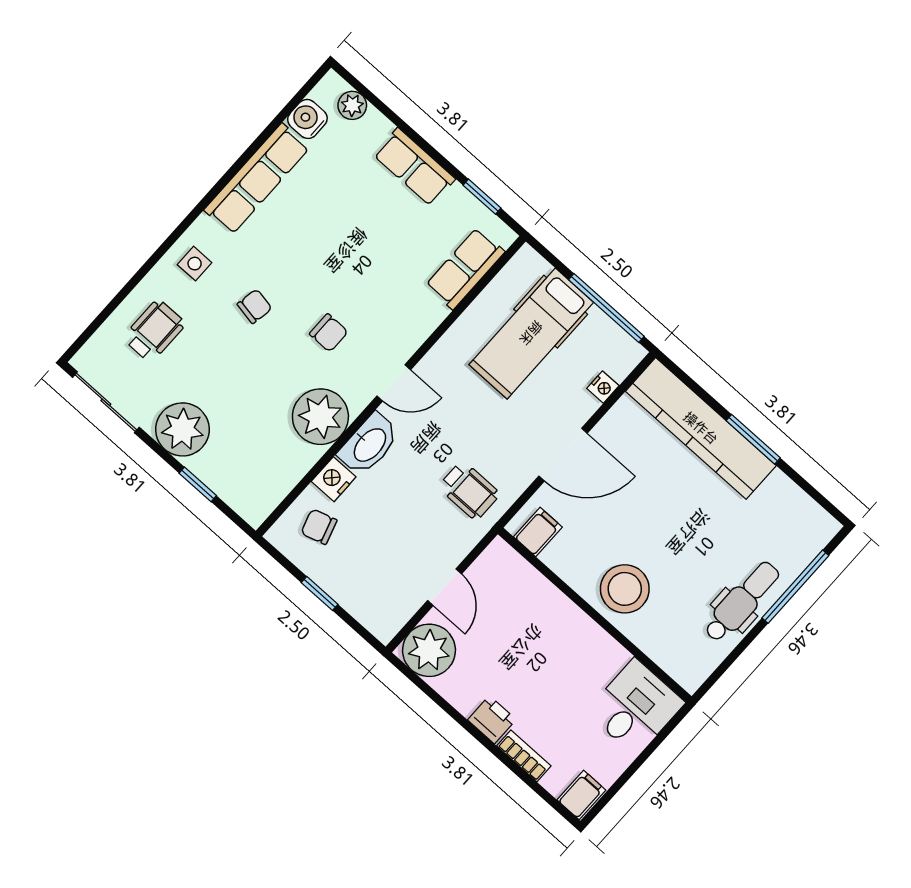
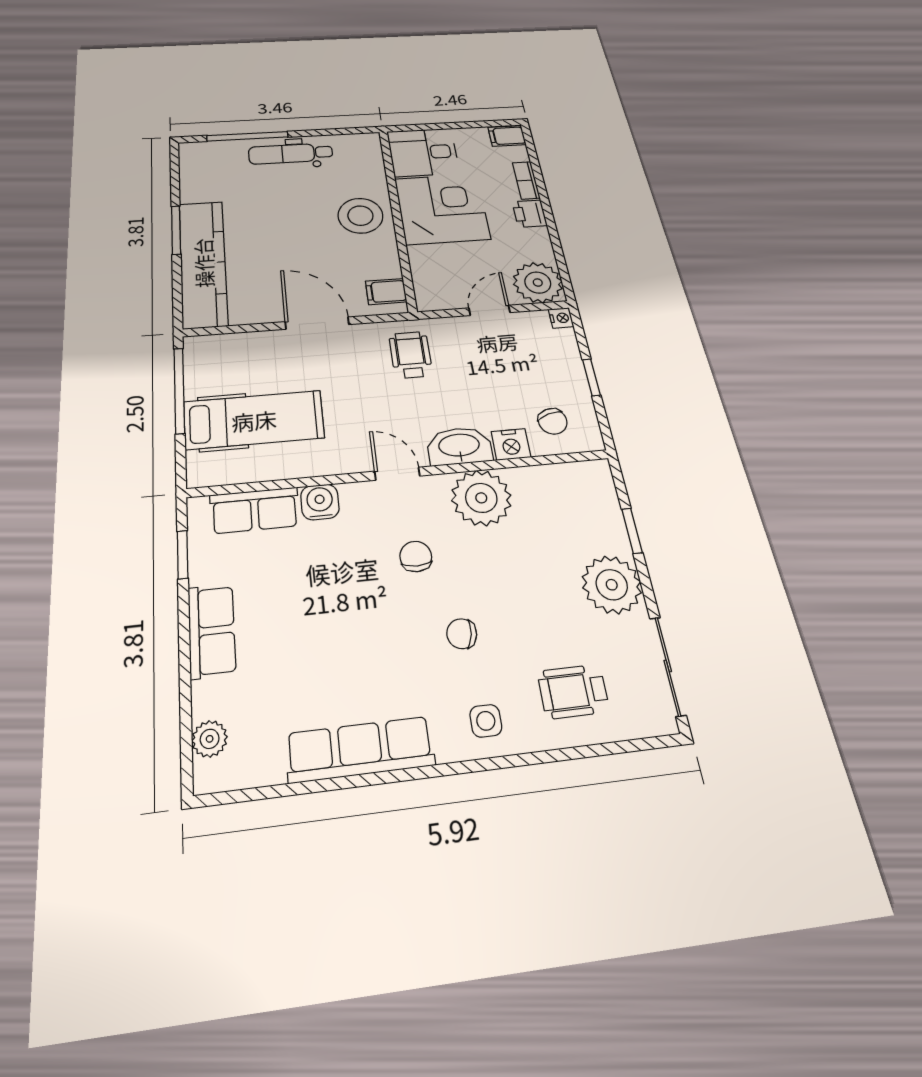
water cooler: (307, 119) -> (320, 502), moved, turned 180
nightstand: (603, 387) -> (561, 318), moved, turned 90
corner desk: (566, 658) -> (442, 209), added

